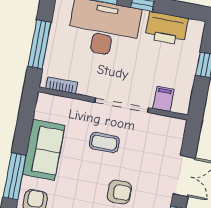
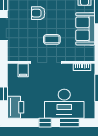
printer: (167, 28) -> (16, 107), moved, turned 90

